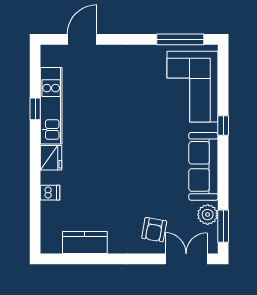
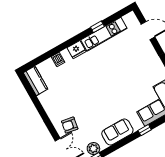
sofa: (203, 166) -> (117, 132), width x0.73
kitchen counter: (85, 243) -> (36, 81), moved

